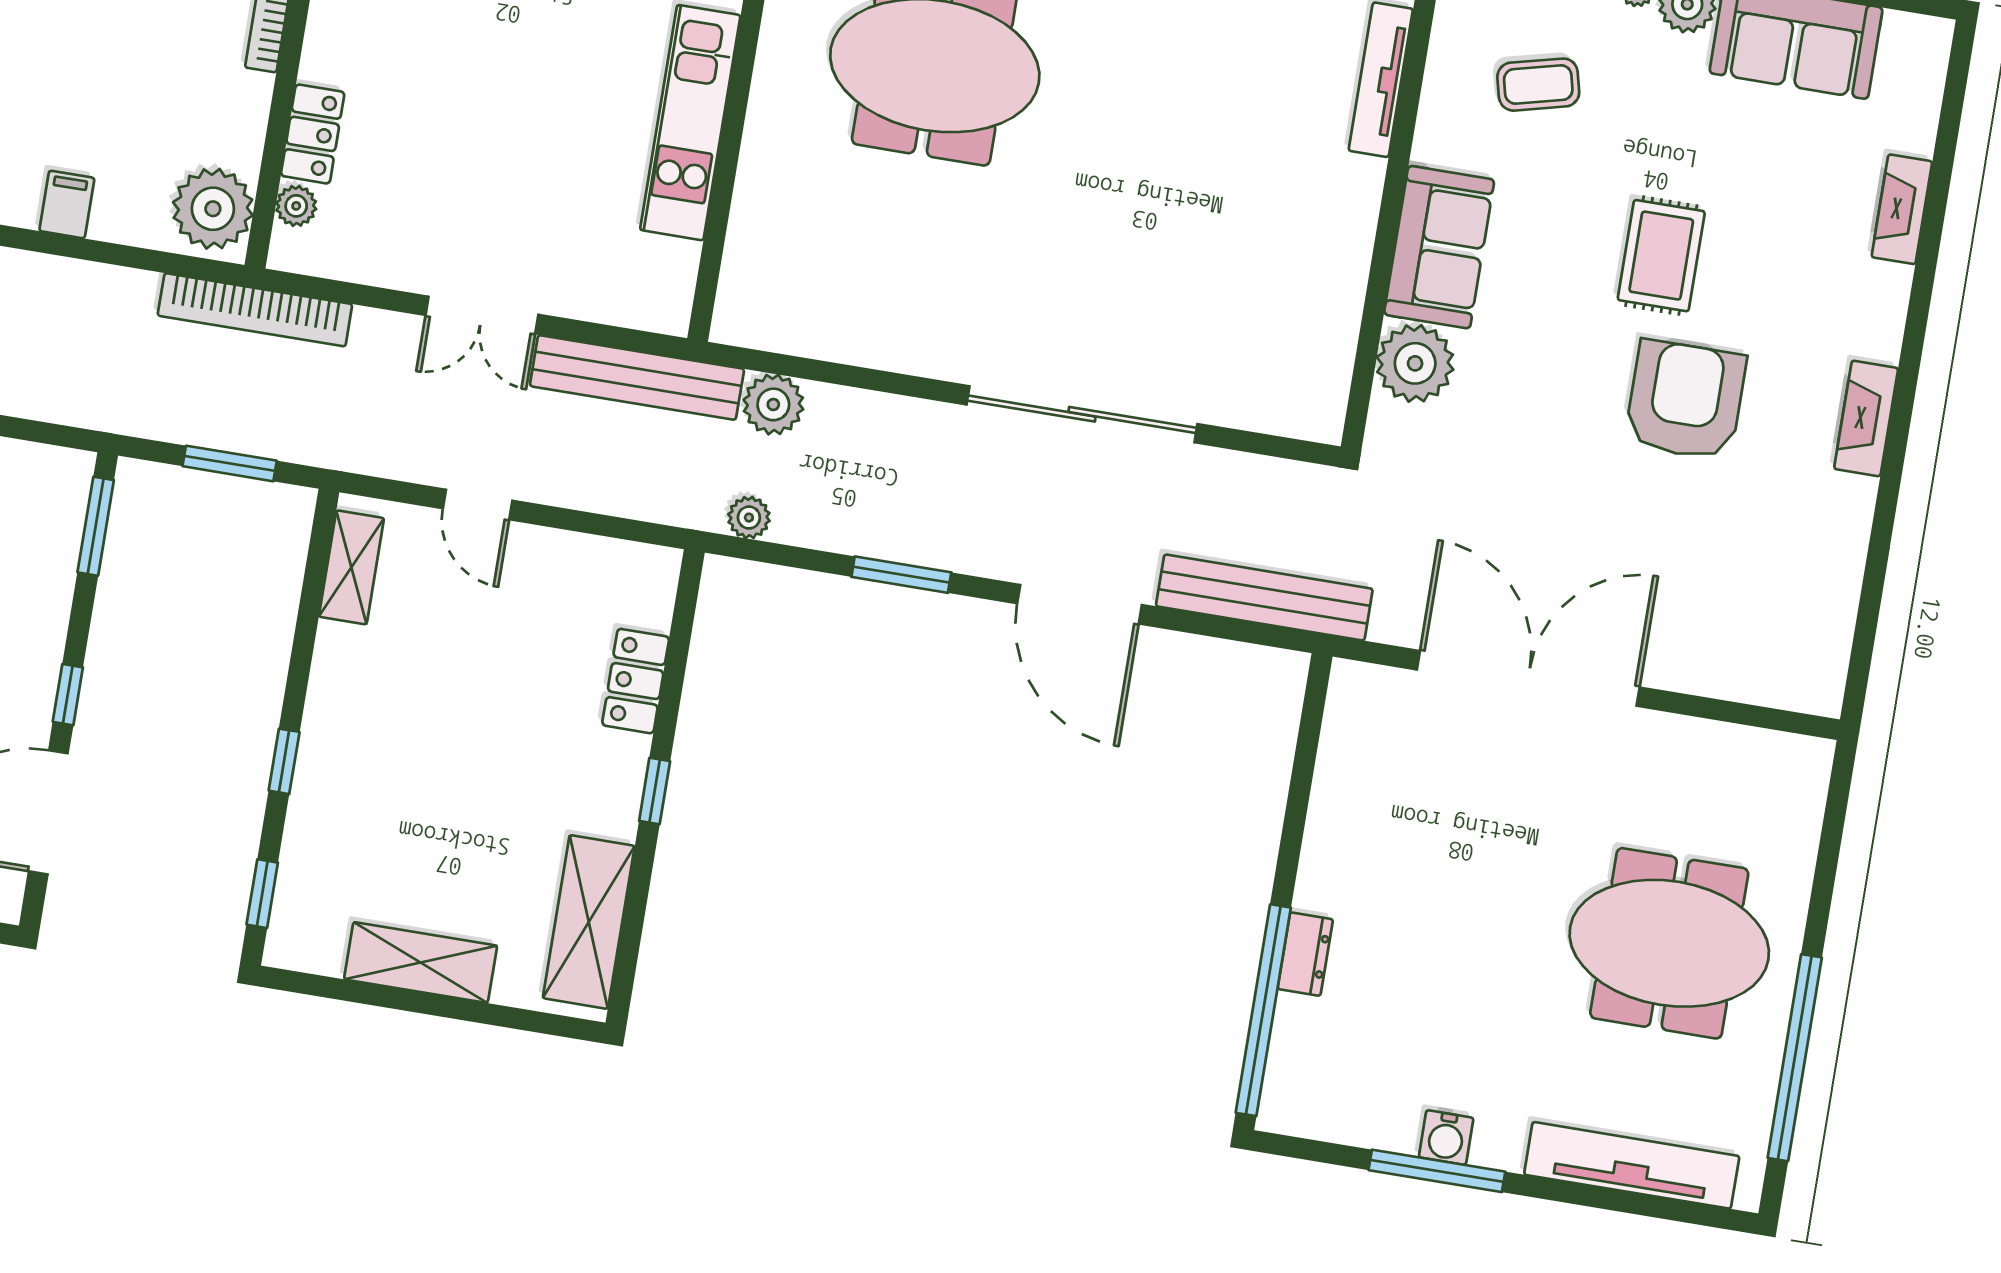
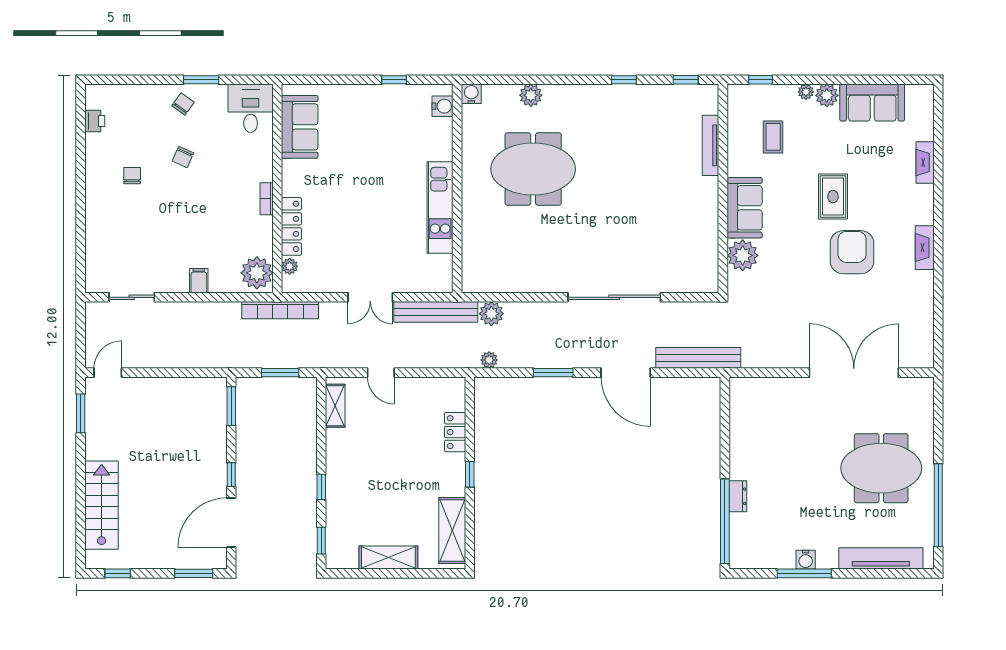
coffee table: (1538, 85) -> (773, 137), turned -76
locker: (313, 134) -> (291, 226), width x1.53
double door: (1528, 678) -> (854, 373), moved

